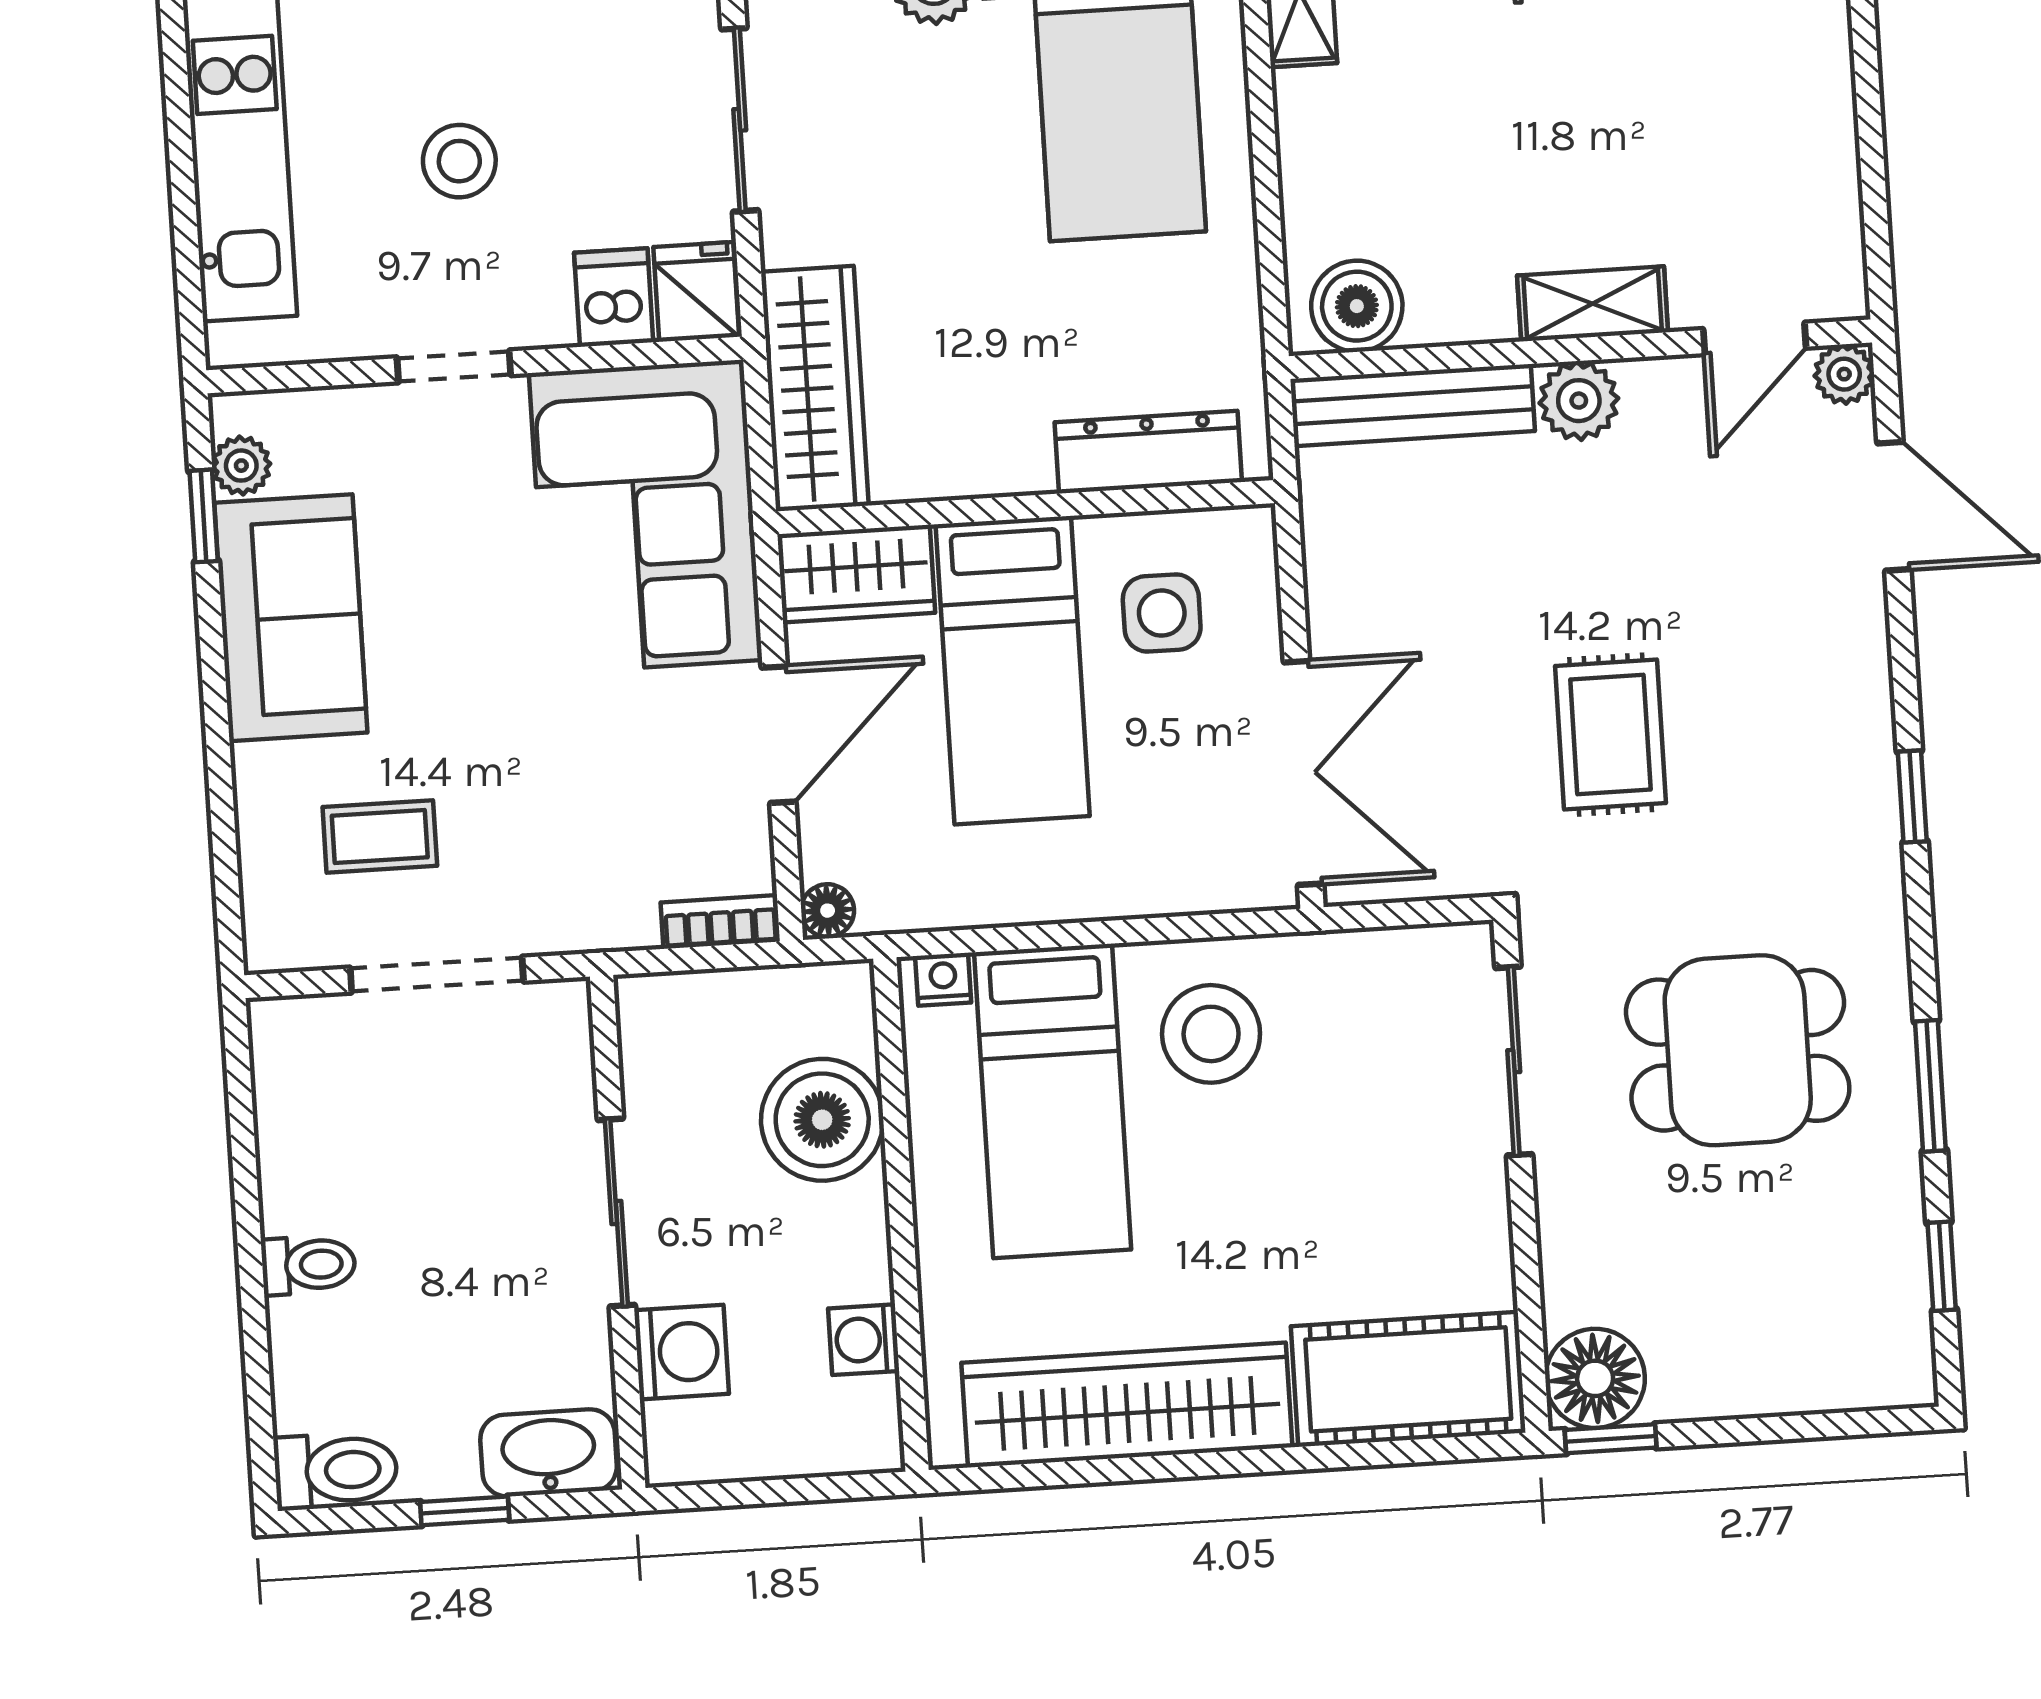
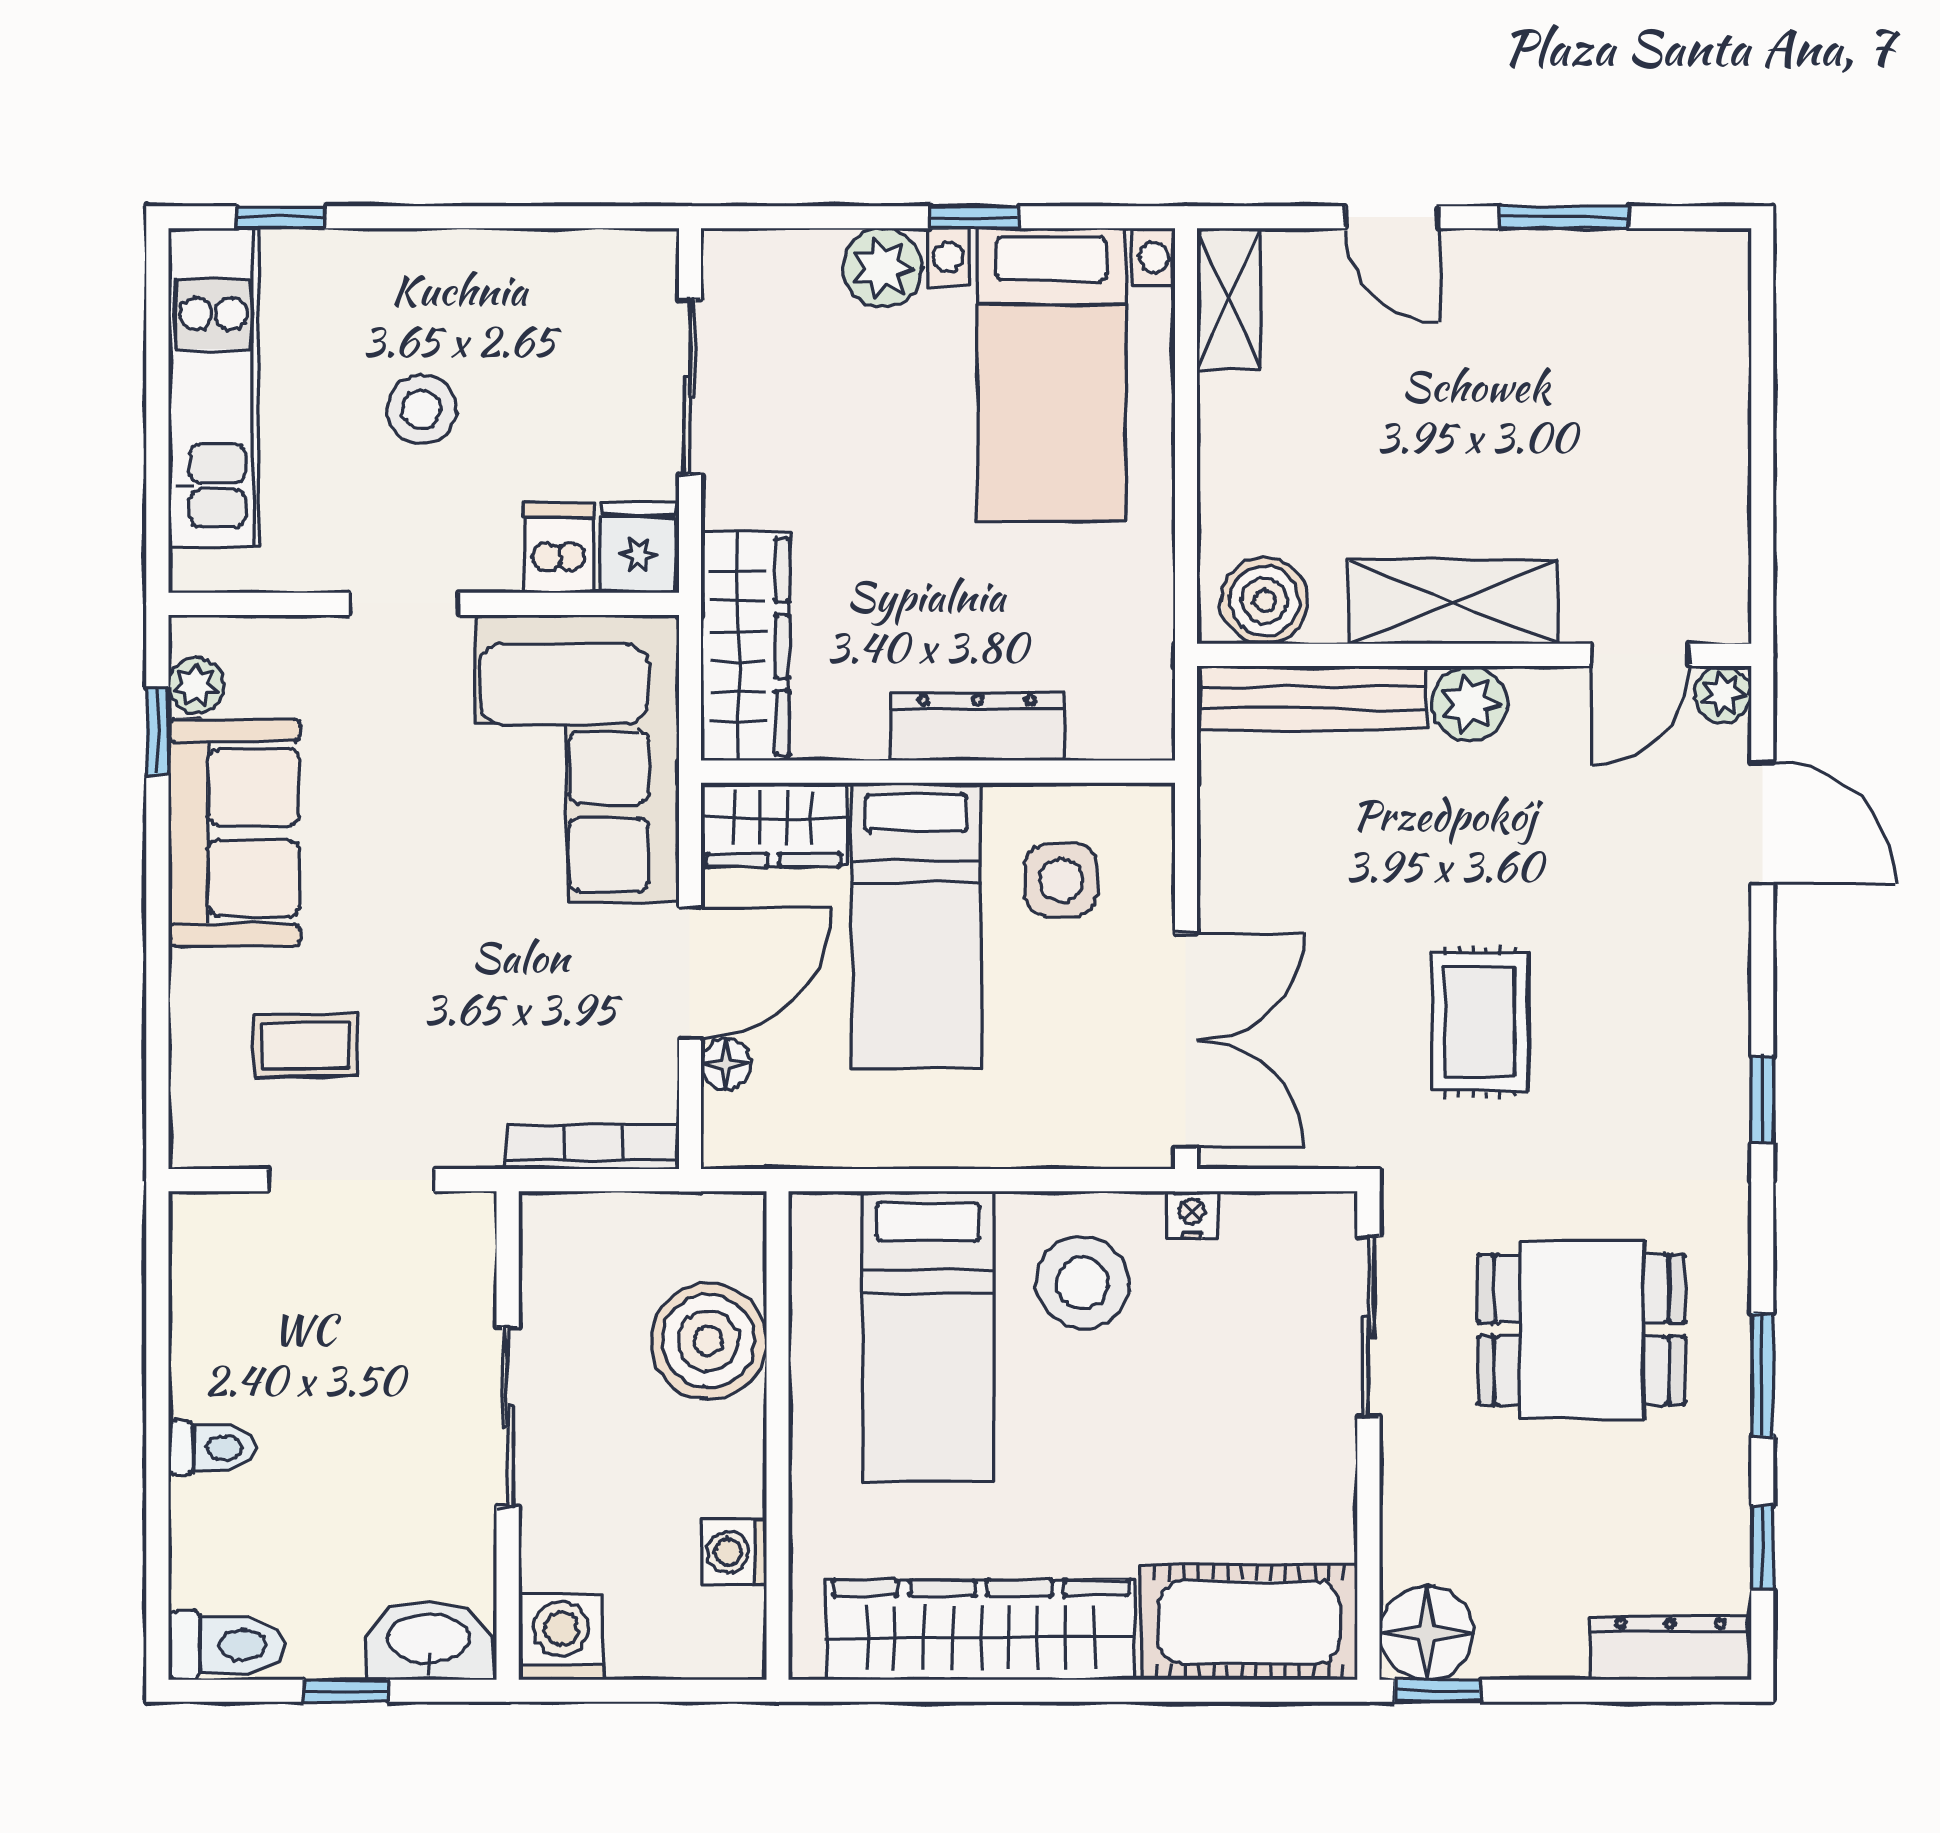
shelving: (1593, 304) -> (1453, 602), width x1.50, depth x1.33
dresser: (1148, 452) -> (977, 727), moved
floor lamp: (828, 911) -> (726, 1064), moved
bookcase: (720, 922) -> (592, 1147), width x1.56
nightstand: (943, 979) -> (1192, 1215), moved
washing machine: (682, 1352) -> (561, 1637), moved, turned -90
dresser: (1852, 1379) -> (1670, 1648), added

